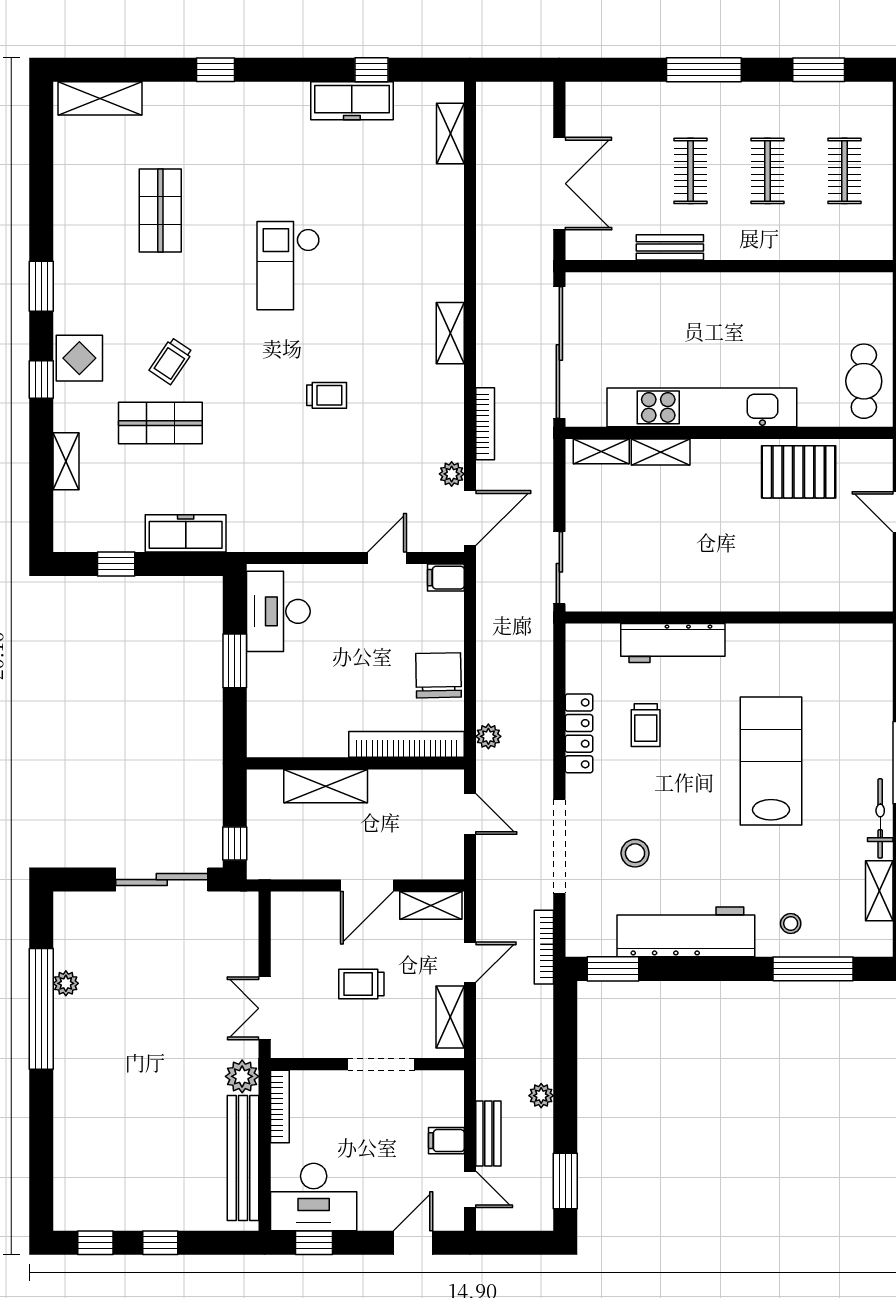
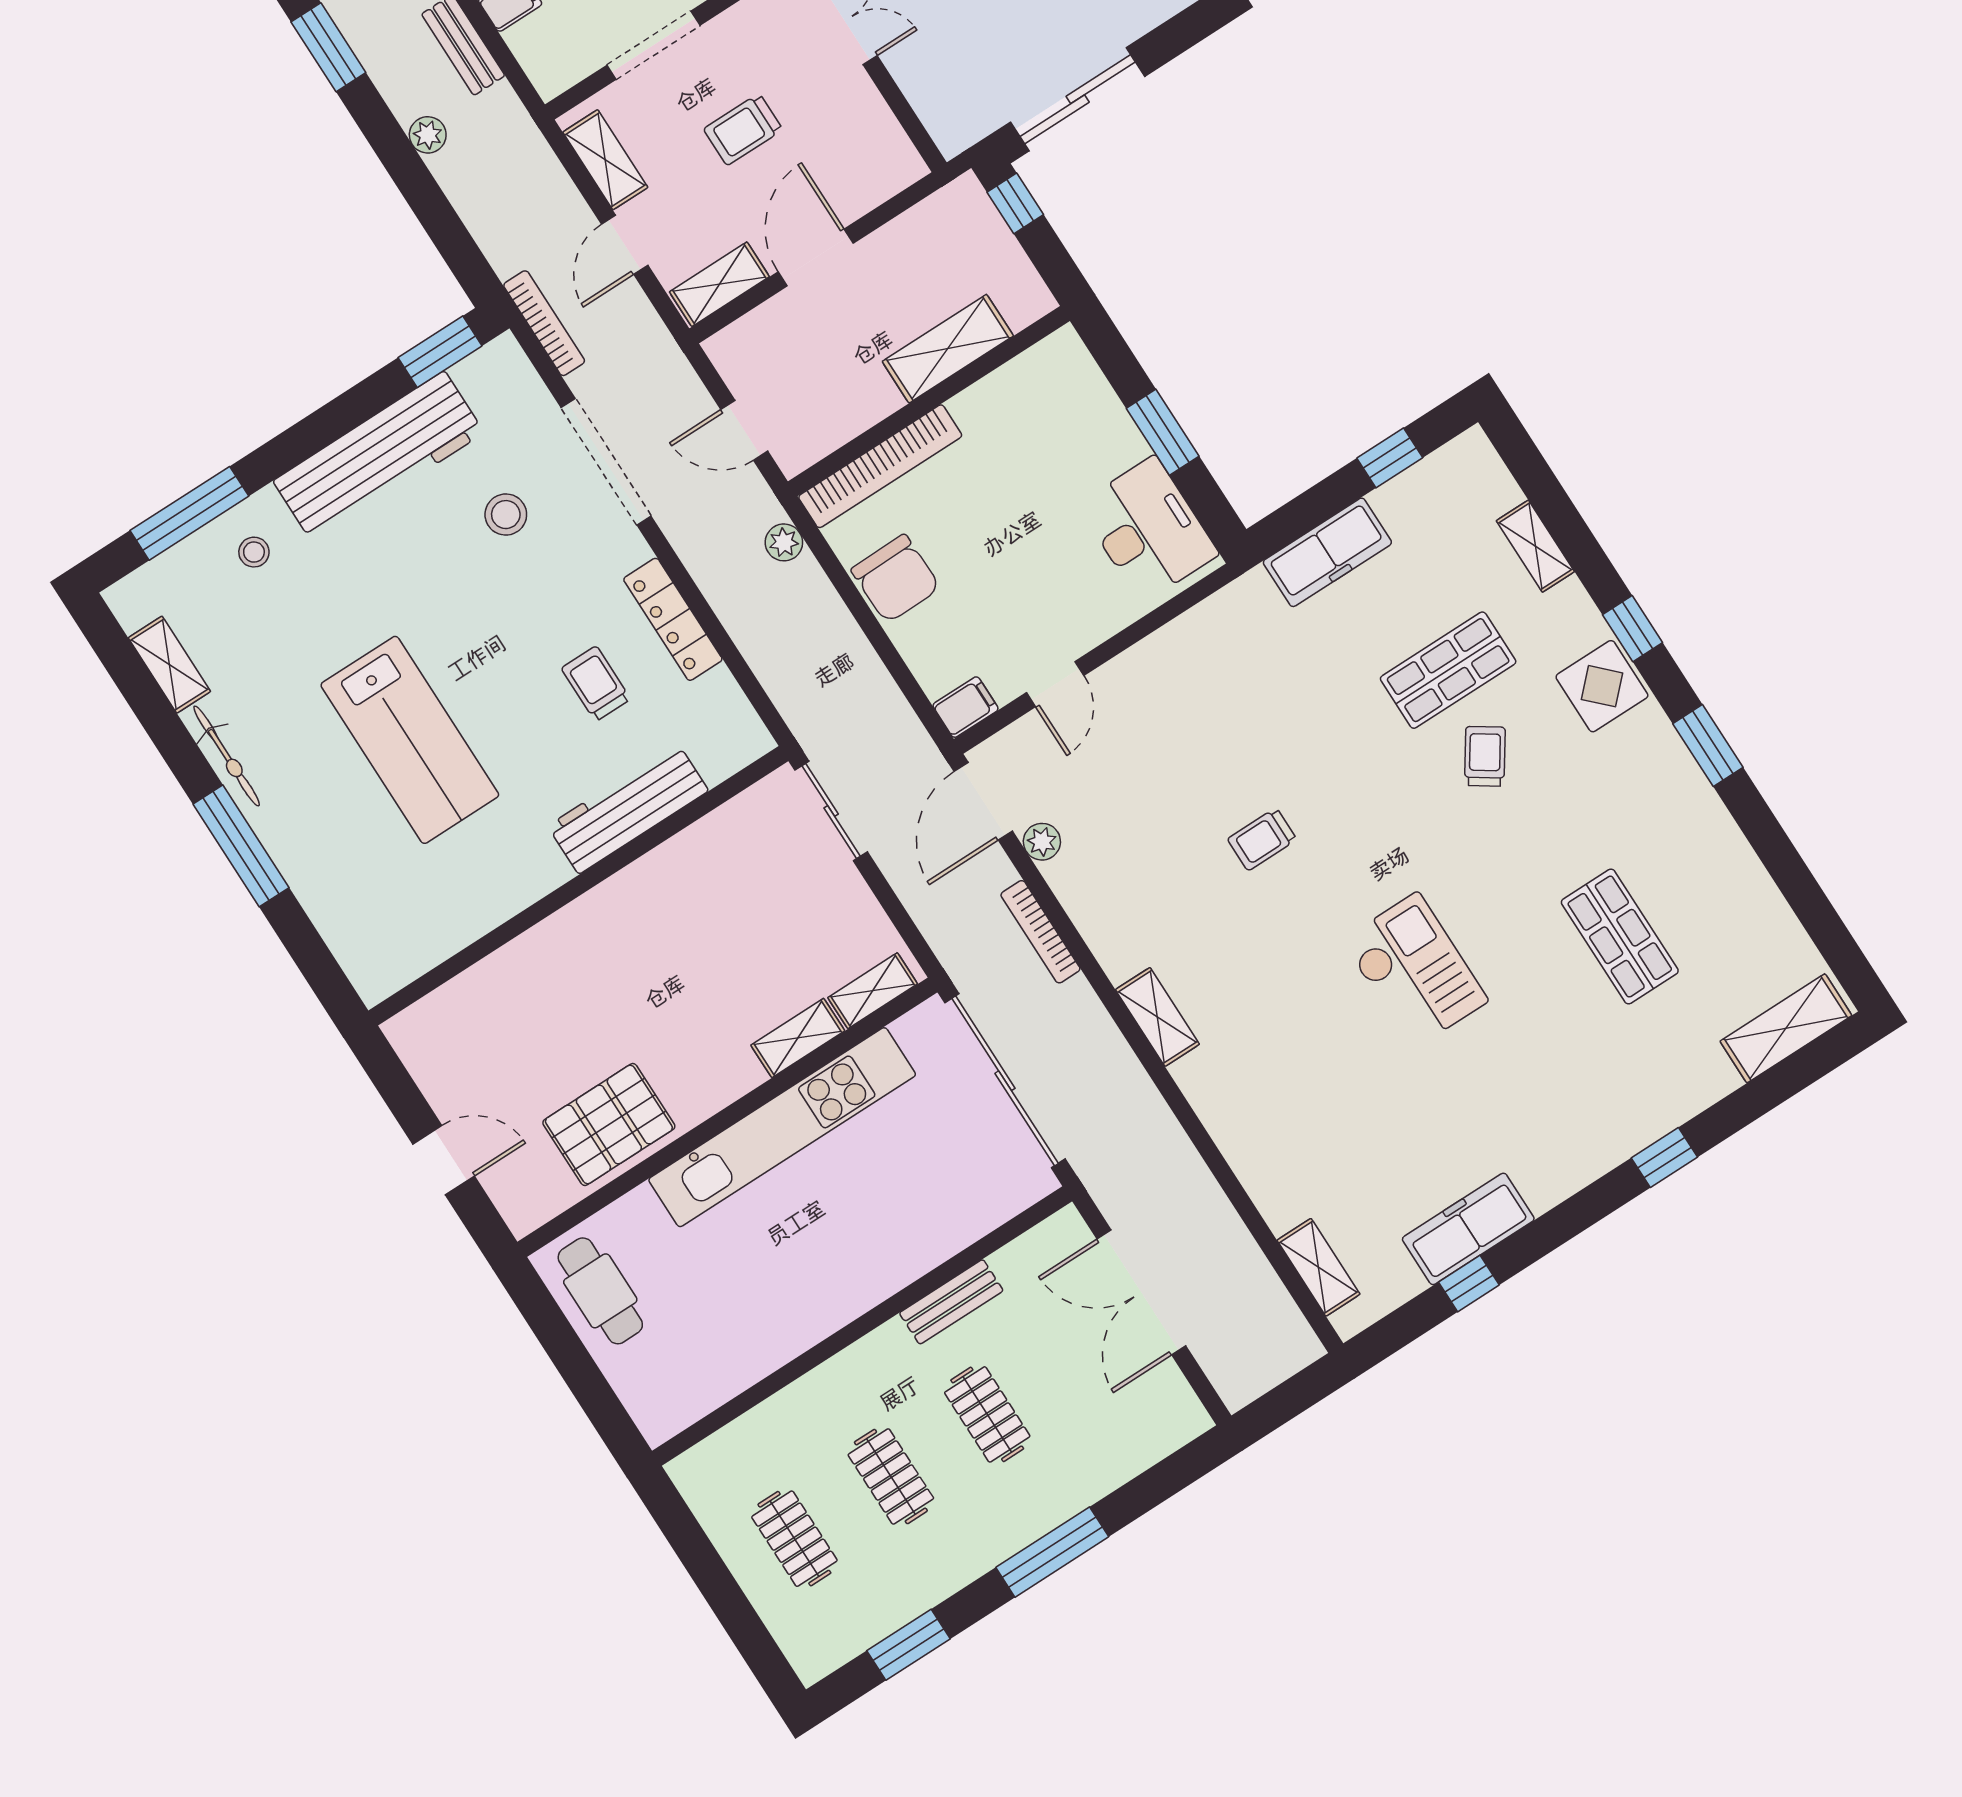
trolley: (361, 984) -> (743, 129), turned 180

